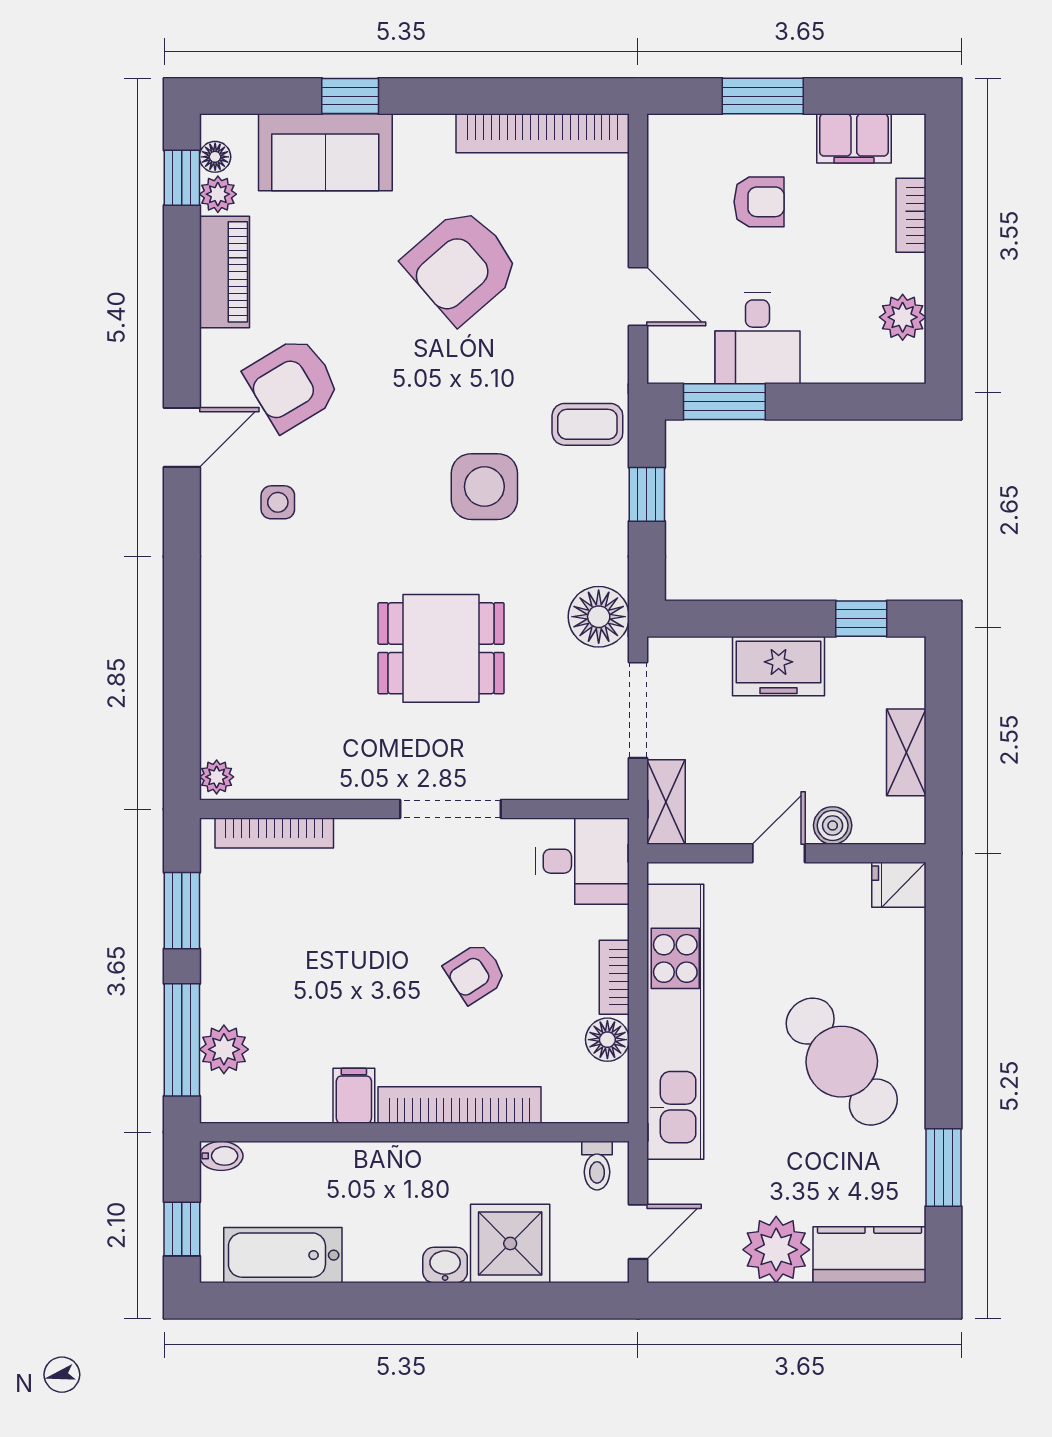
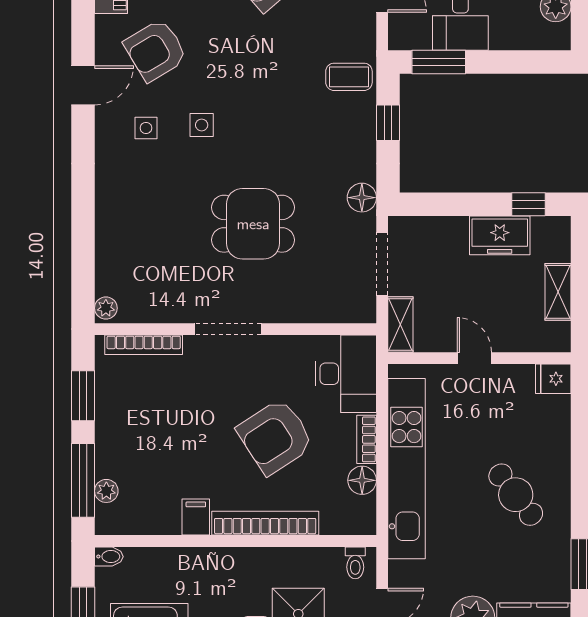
side table: (484, 487) -> (202, 125), moved, width x0.54, depth x0.54
floor lamp: (599, 617) -> (362, 198), width x0.73, depth x0.73
freezer: (779, 666) -> (500, 235), moved
doorway: (451, 809) -> (228, 329), moved
boiler: (833, 825) -> (510, 340), removed
door: (779, 853) -> (474, 358), hinge flipped
desk: (582, 861) -> (346, 374), width x1.37
armchair: (475, 973) -> (275, 437), width x1.88, depth x1.88
plant: (224, 1049) -> (106, 491), width x0.73, depth x0.73
cafe table: (842, 1062) -> (516, 495), width x0.73, depth x0.74

